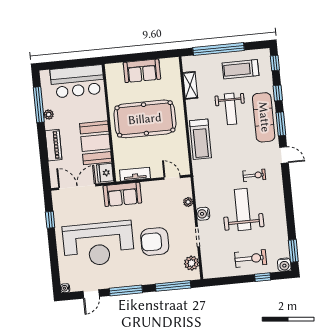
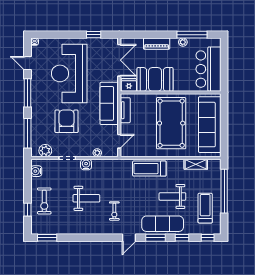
sofa: (142, 71) -> (210, 125), width x1.85, depth x1.27
sofa: (122, 194) -> (109, 103), width x1.36
weight bench: (243, 209) -> (86, 198), width x0.73, depth x0.75
water cooler: (284, 265) -> (36, 171), moved

